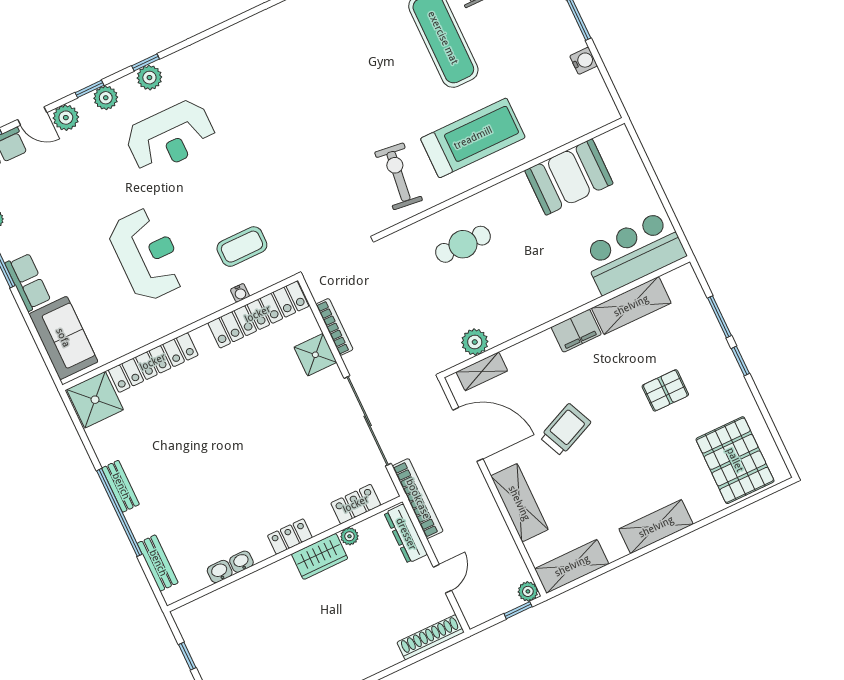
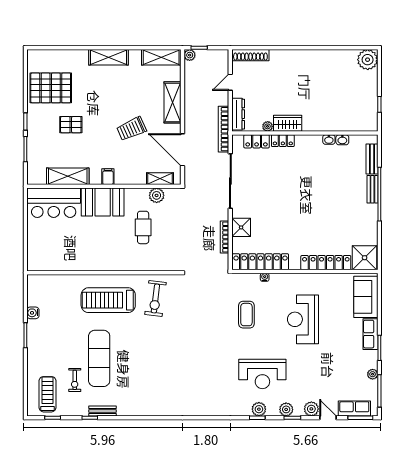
reception desk: (170, 136) -> (262, 374), turned 180
booth: (569, 177) -> (103, 202), moved
cafe table: (463, 244) -> (143, 227), moved, turned 90
coffee table: (242, 247) -> (246, 315), moved, turned 90
filing cabinet: (576, 331) -> (108, 177), width x0.50
pallet: (735, 460) -> (51, 88), moved, turned 90
bench: (121, 486) -> (372, 189), moved
locker: (290, 537) -> (283, 141), moved

